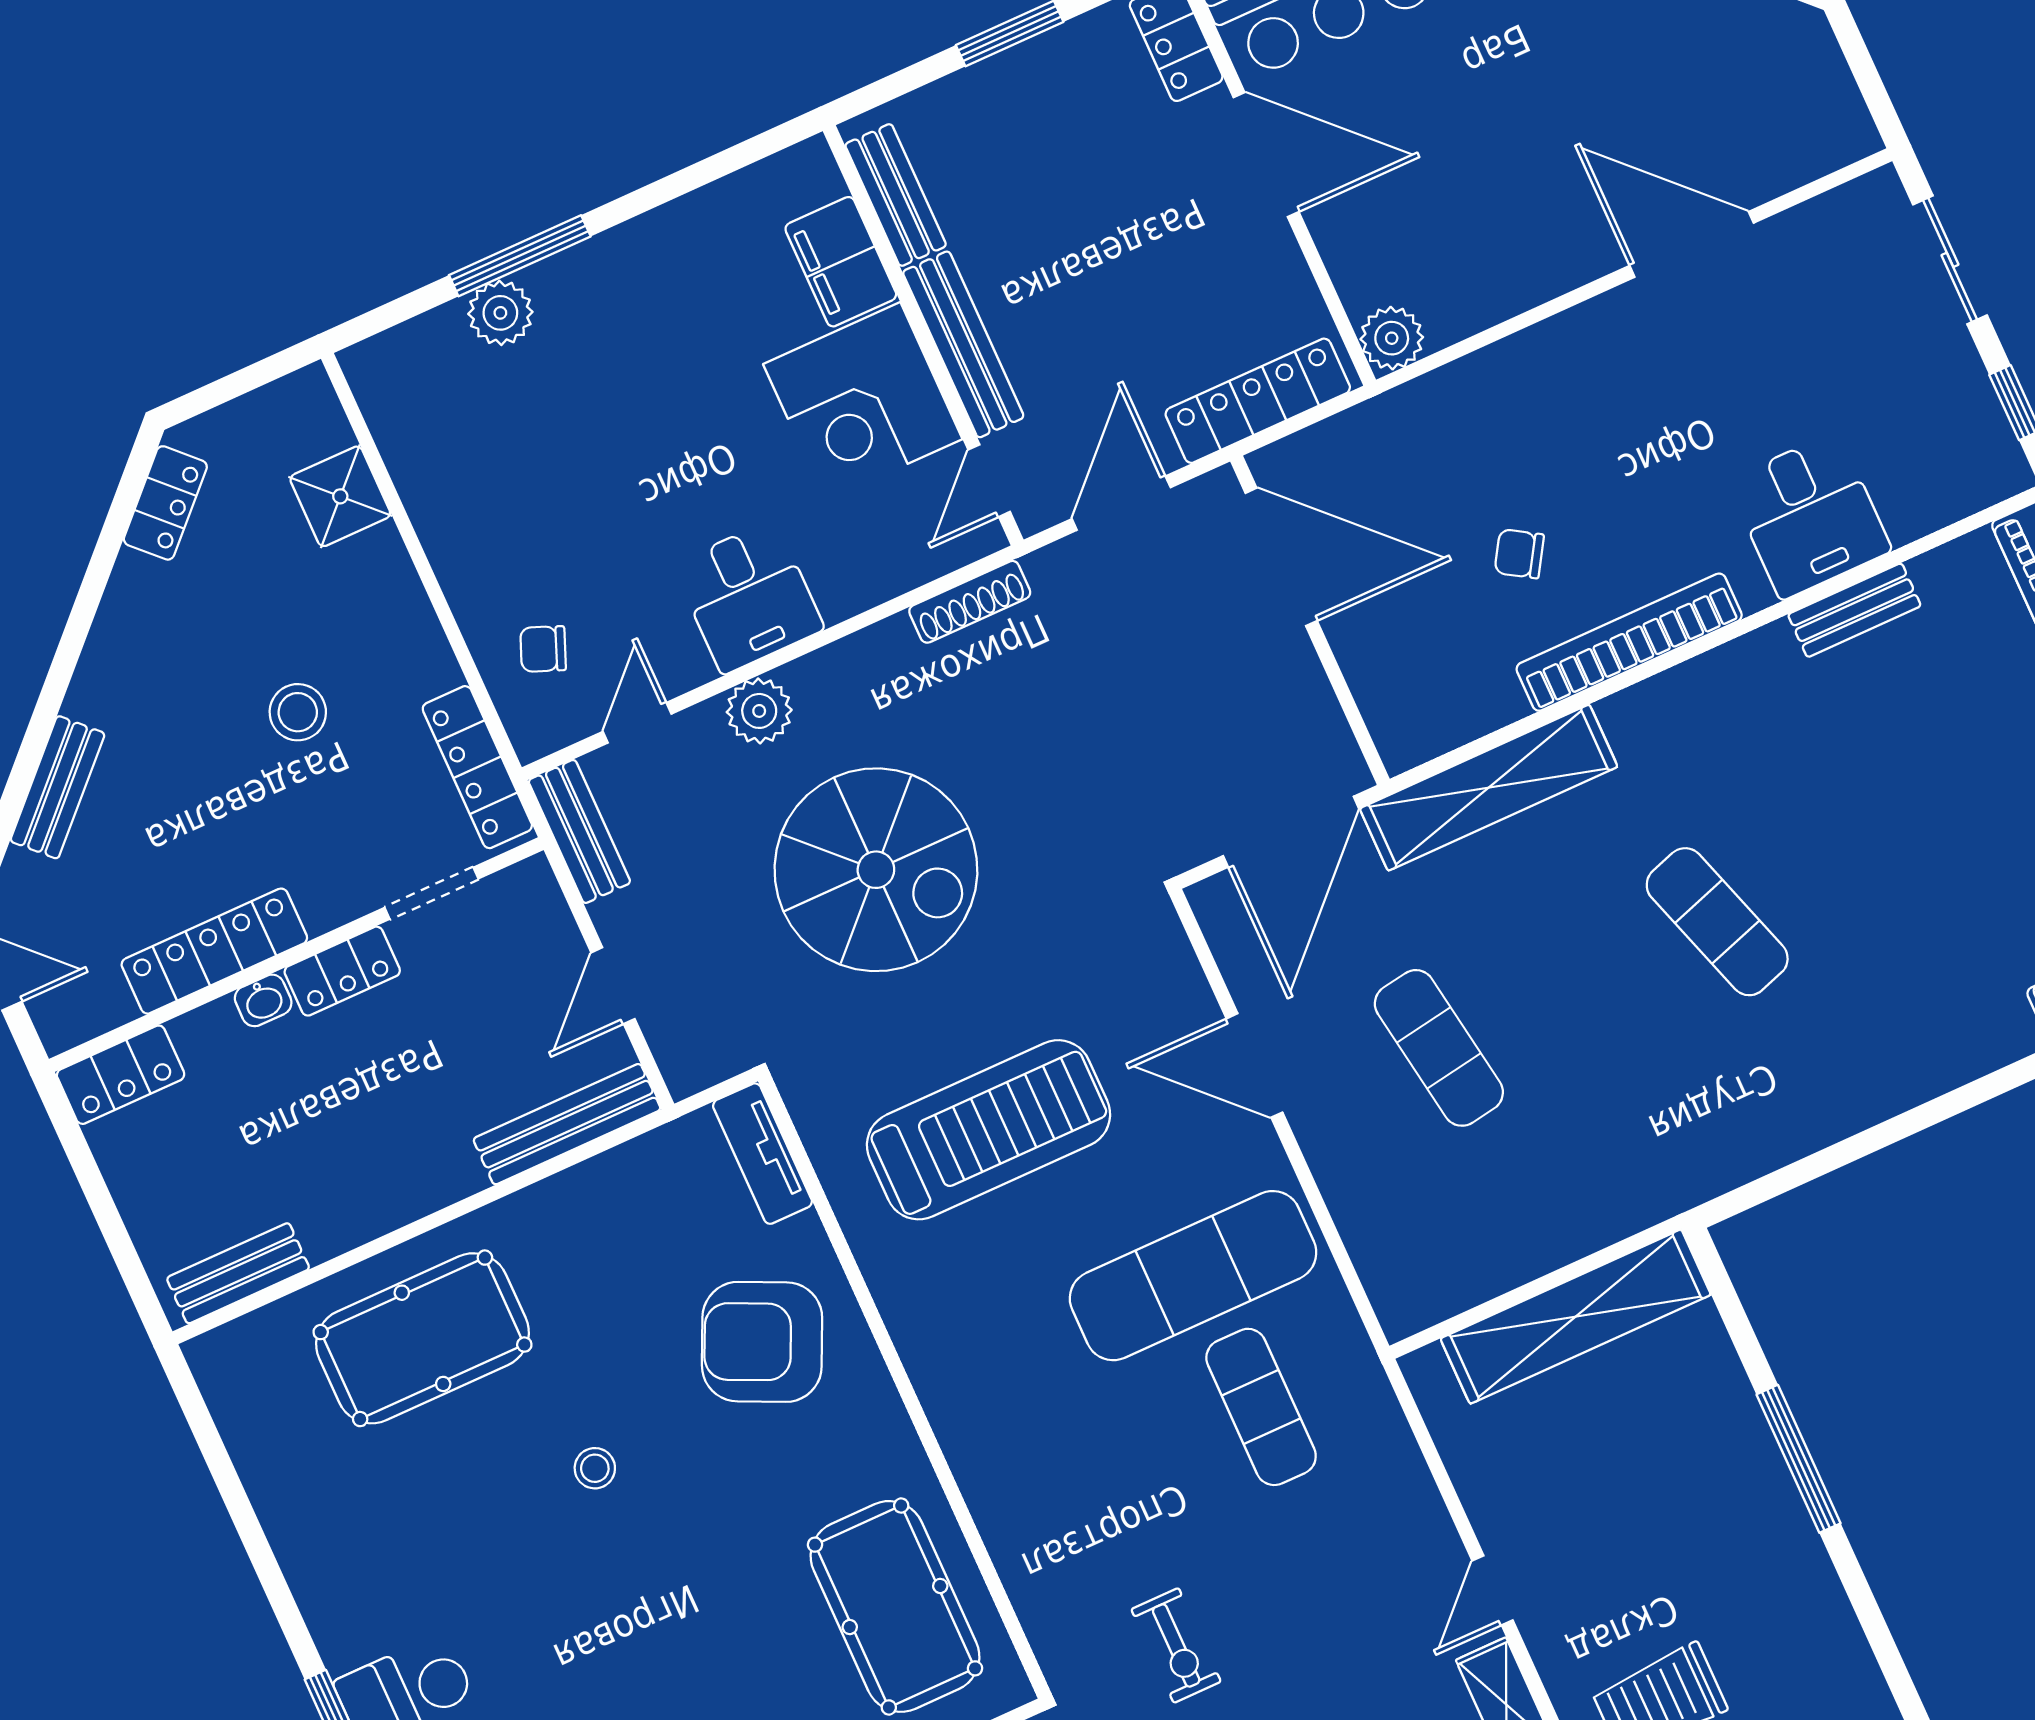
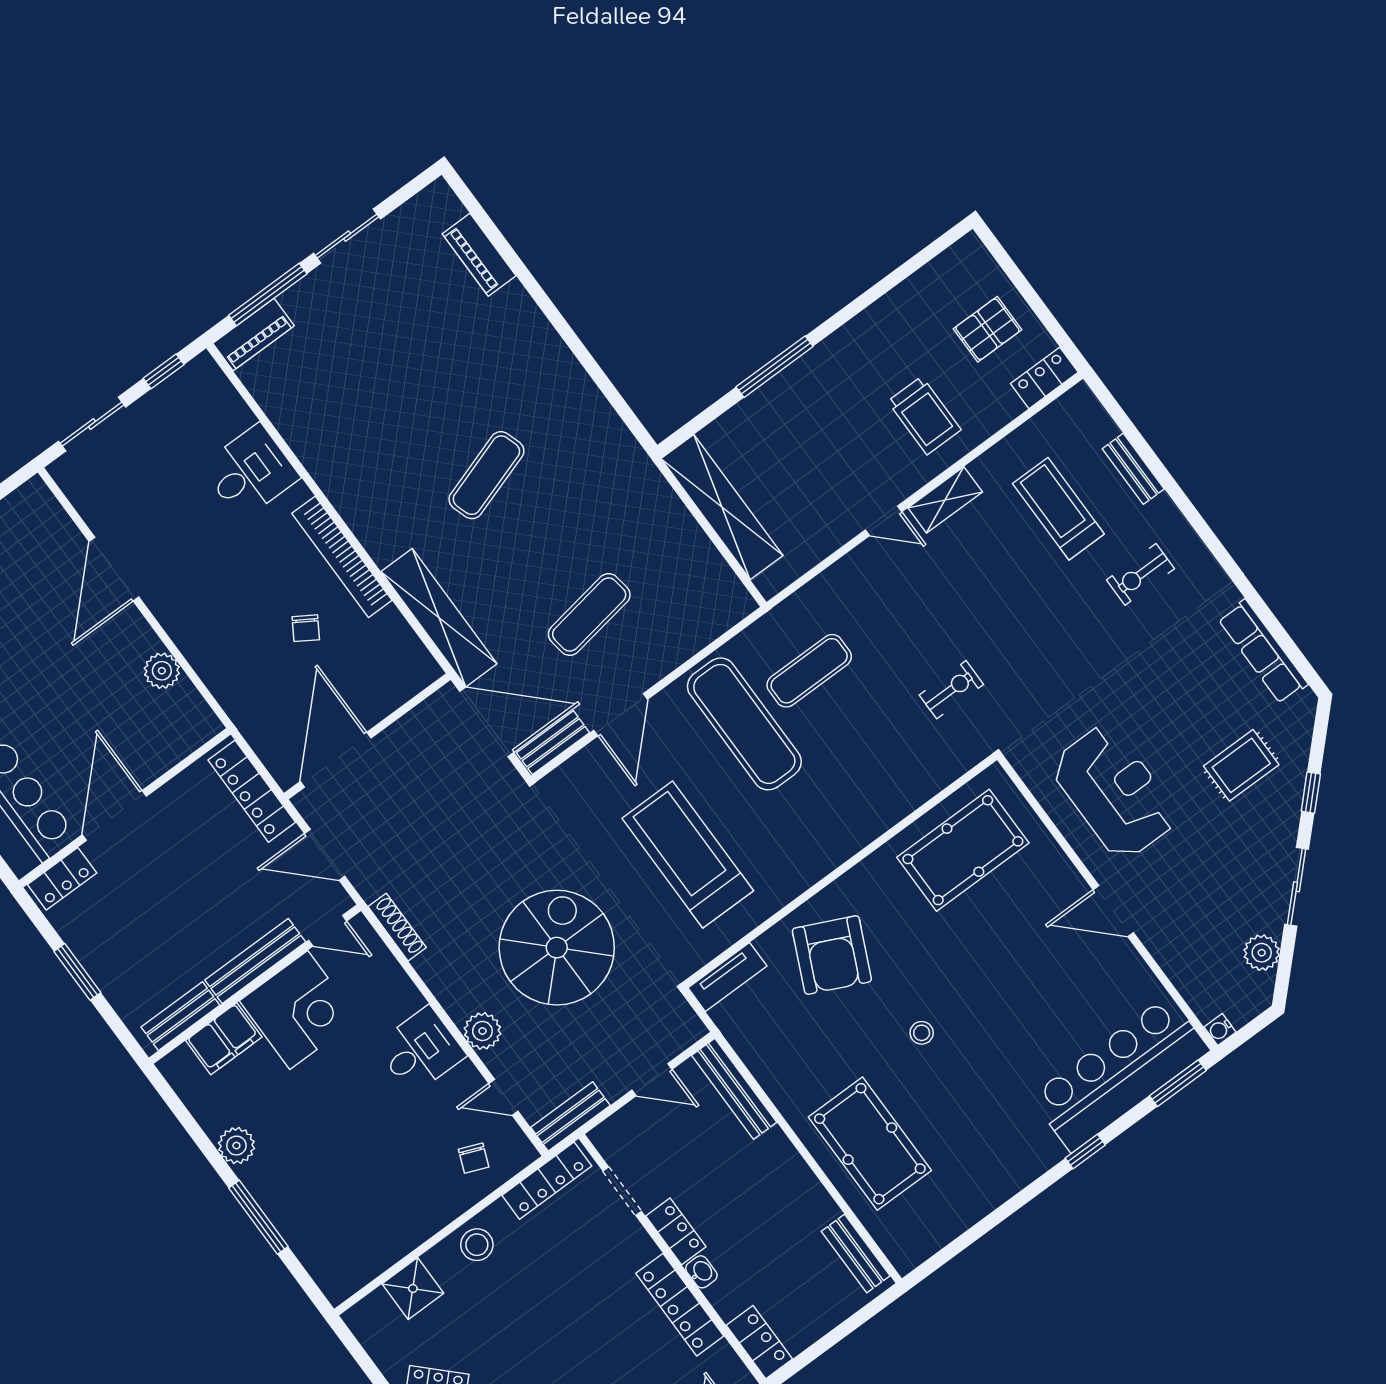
plant: (500, 313) -> (236, 1146), moved
plant: (1392, 338) -> (162, 671), moved
bench: (1854, 610) -> (553, 743), moved, turned 90
stool: (298, 712) -> (477, 1245), moved

